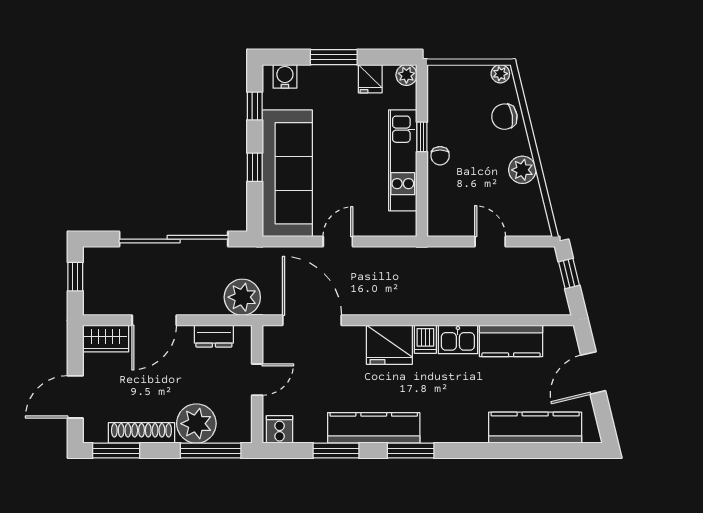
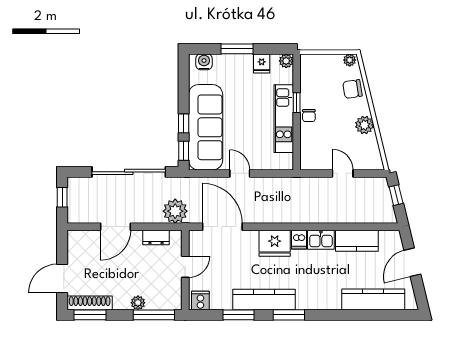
window: (255, 106) -> (184, 151), moved
door: (338, 242) -> (240, 173), hinge flipped
wardrobe: (106, 339) -> (83, 239), removed
plant: (196, 424) -> (138, 303), width x0.53, depth x0.53
shoe rack: (141, 433) -> (90, 303), moved

